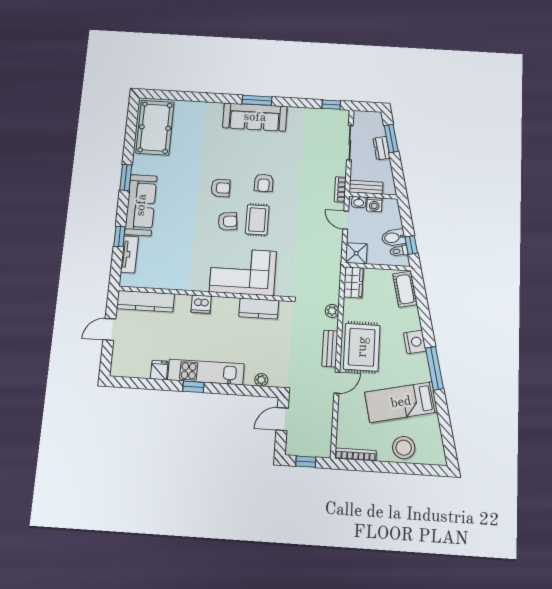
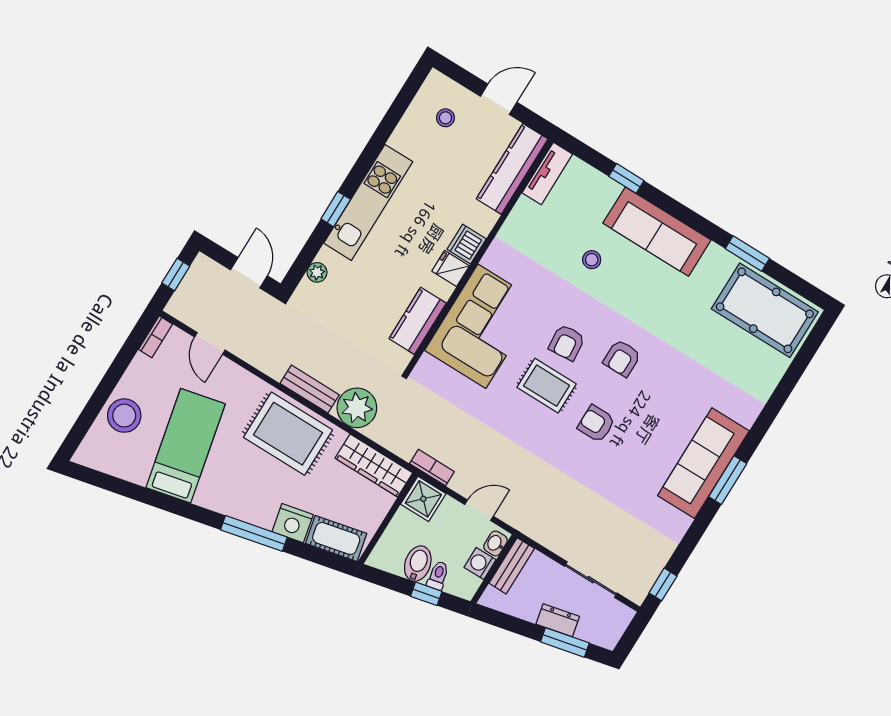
window: (126, 177) -> (747, 253), moved
bookcase: (340, 189) -> (432, 468), moved
stool: (174, 232) -> (592, 260), added
window: (411, 245) -> (426, 594), moved
toilet: (399, 251) -> (438, 575), moved
tv unit: (129, 254) -> (547, 173), moved, turned -90
wardrobe: (353, 282) -> (374, 466), width x1.50
plant: (332, 311) -> (357, 408), width x1.87, depth x1.87
door: (109, 329) -> (499, 99), hinge flipped
nightstand: (415, 342) -> (293, 523), moved
stool: (135, 354) -> (445, 118), added
window: (434, 368) -> (254, 533), moved
fridge: (159, 370) -> (451, 269), moved, turned 180
door: (337, 383) -> (210, 343), moved
window: (193, 387) -> (336, 209), moved
bookcase: (356, 454) -> (156, 337), width x0.64

